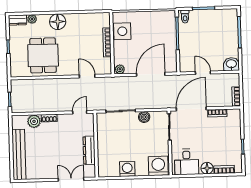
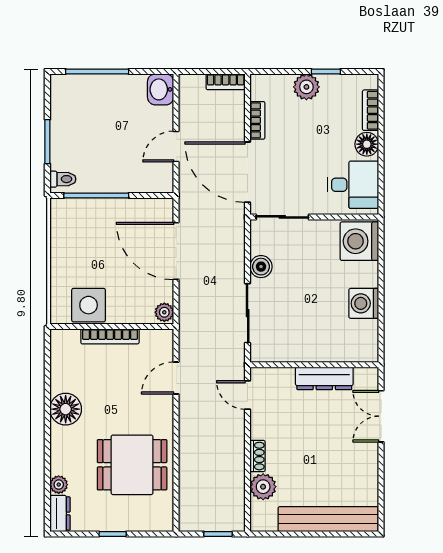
floor lamp: (58, 22) -> (66, 409), moved
plant: (235, 137) -> (306, 87), added

